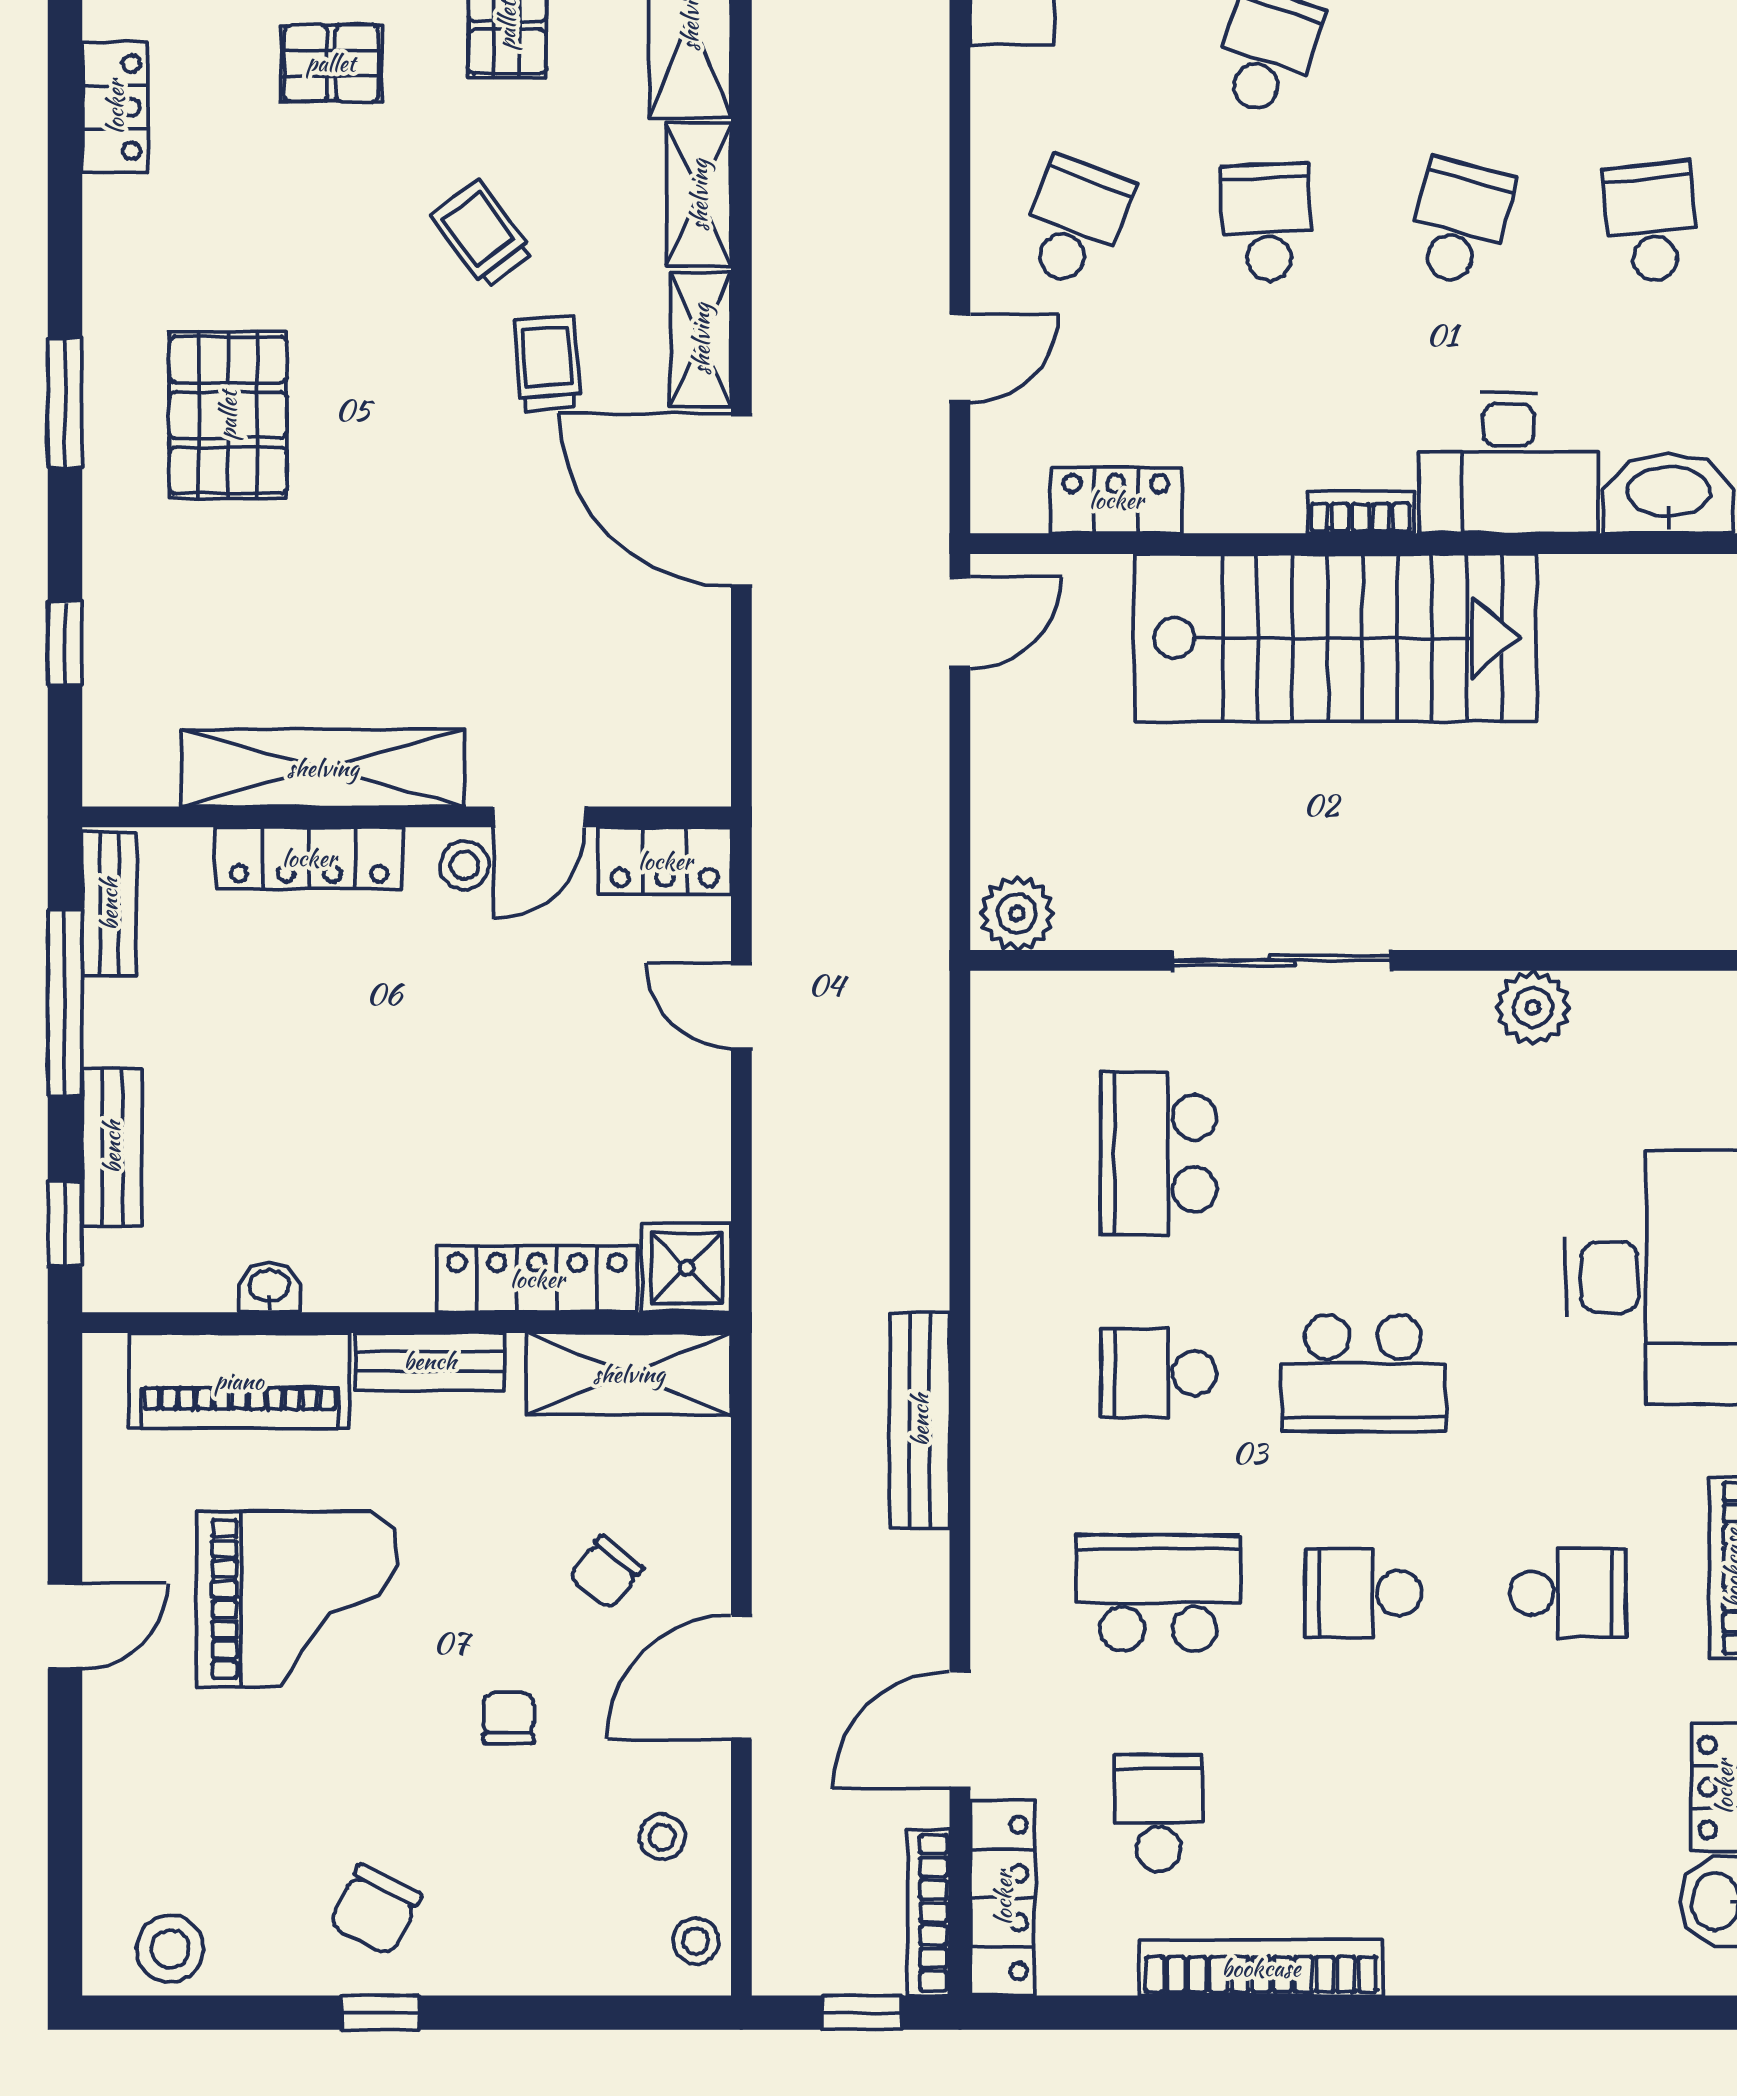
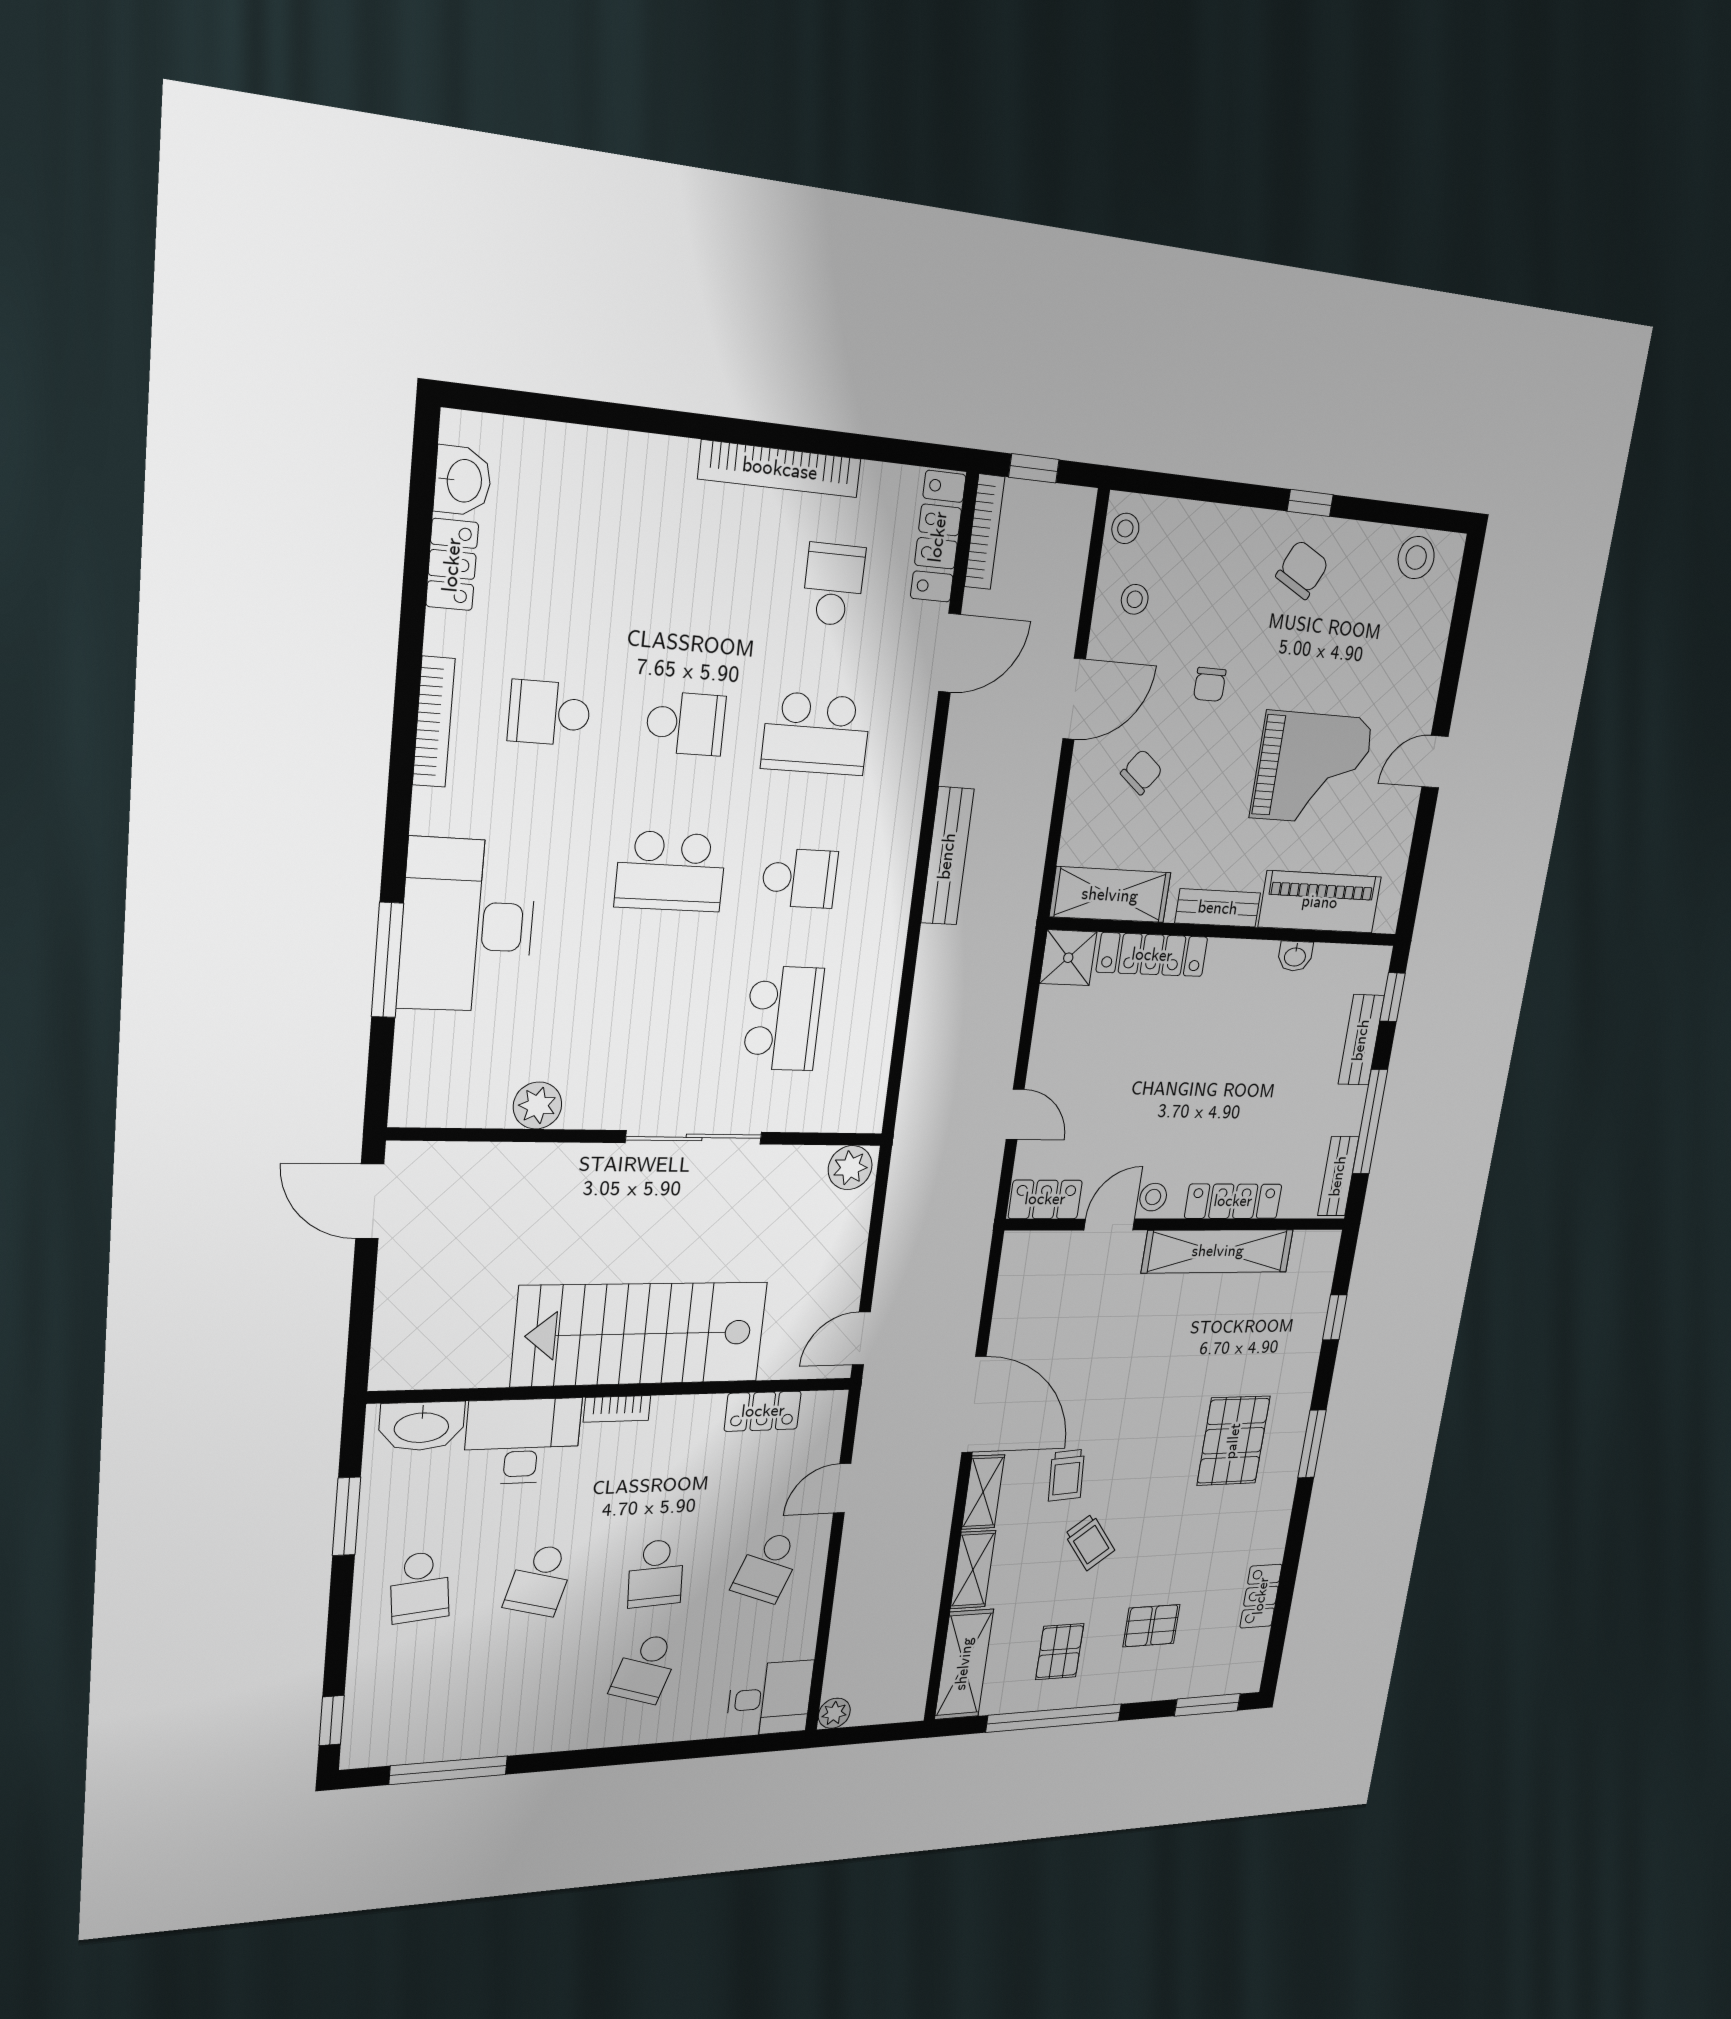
school desk: (1363, 1373) -> (671, 871), turned 180
grand piano: (298, 1599) -> (1312, 768), turned 180
school desk: (1159, 1813) -> (834, 585), turned 180

